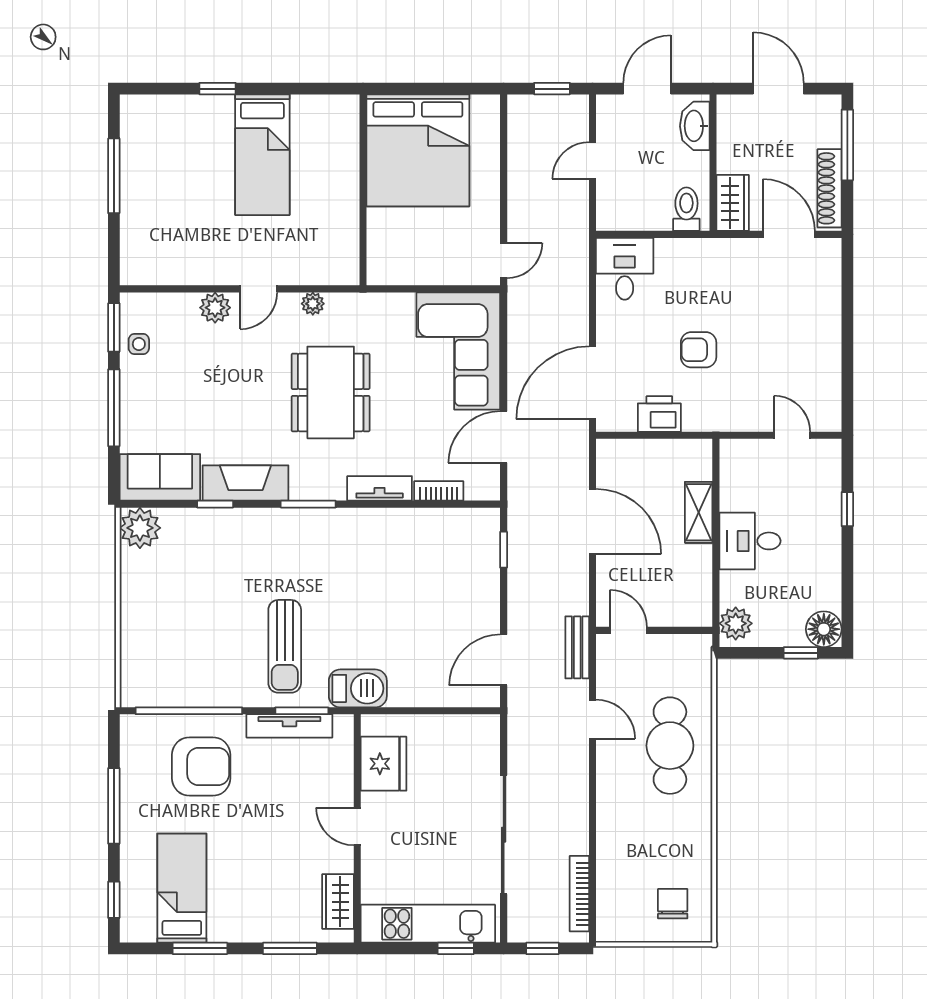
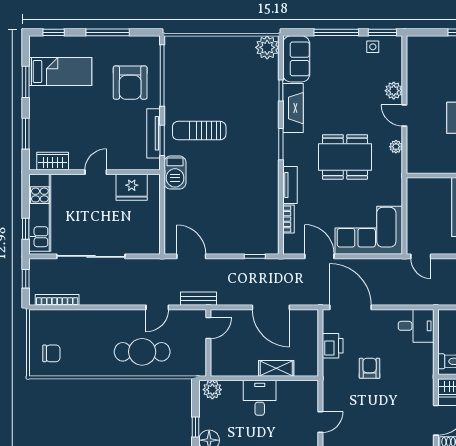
door: (593, 522) -> (271, 307), hinge flipped

